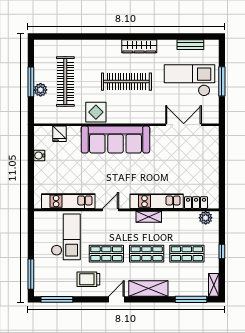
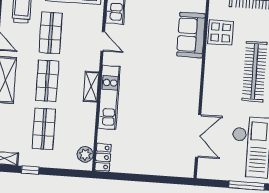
sofa: (115, 139) -> (191, 35), width x0.54, depth x0.79
locker: (196, 203) -> (103, 157), moved
window: (222, 252) -> (30, 170), moved

